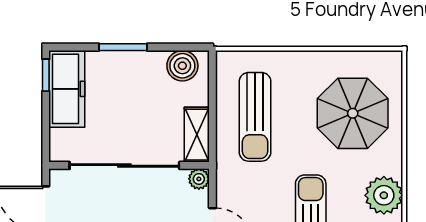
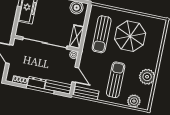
parasol: (353, 113) -> (130, 36), moved

